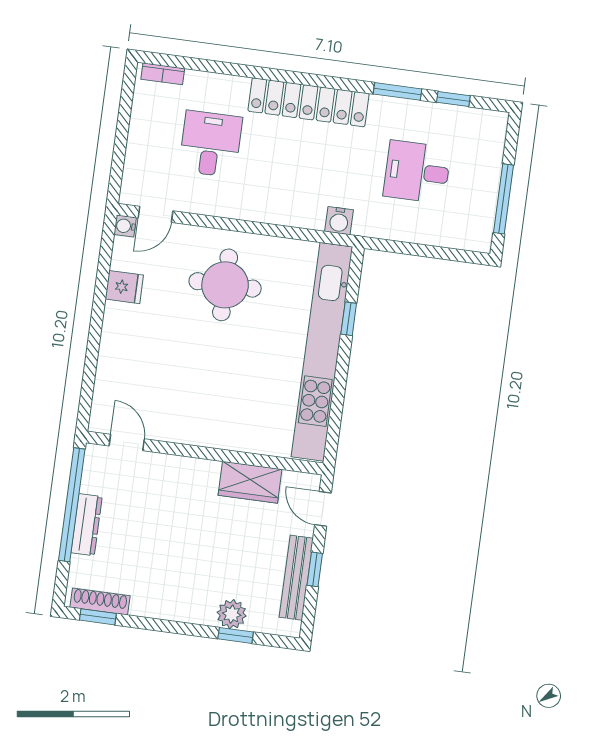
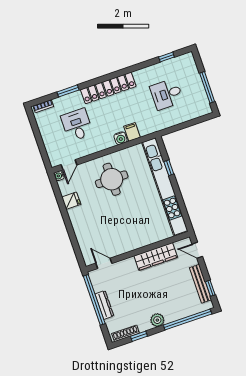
window: (398, 91) -> (68, 91), moved
filing cabinet: (312, 212) -> (132, 132), added
water cooler: (339, 221) -> (121, 138), moved
wardrobe: (250, 482) -> (156, 257), width x1.50
window: (315, 569) -> (210, 288), moved
plant: (232, 614) -> (157, 320), moved
window: (98, 617) -> (139, 336), moved
window: (236, 635) -> (188, 320), width x3.17

